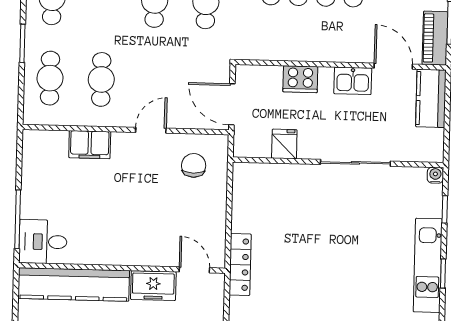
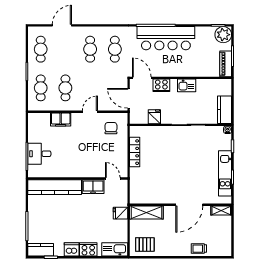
door: (393, 66) -> (142, 78), moved
kitchen counter: (431, 98) -> (224, 110), moved
desk: (43, 242) -> (39, 154), moved
locker: (240, 265) -> (135, 152), moved

